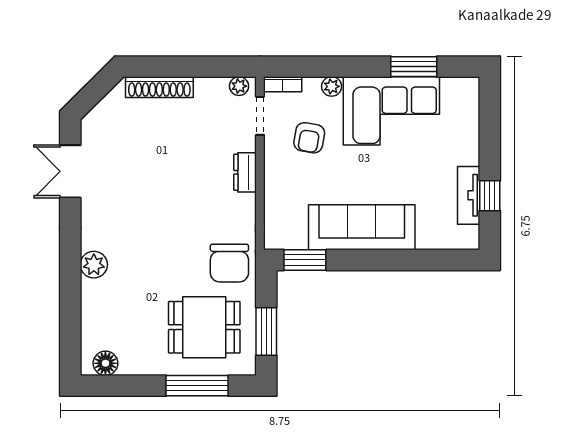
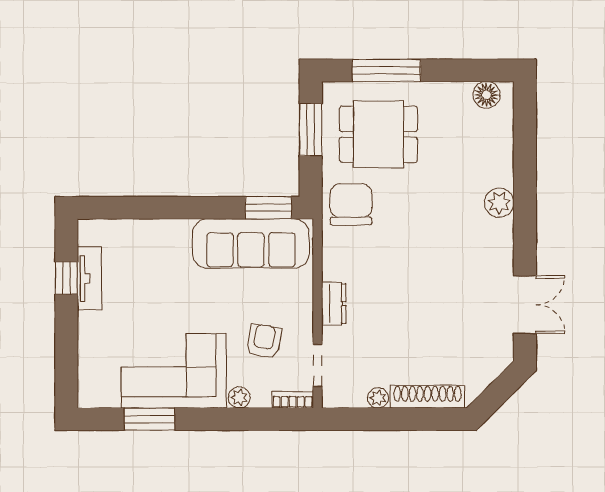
plant: (239, 86) -> (378, 398), moved
sofa: (362, 227) -> (251, 243), moved

